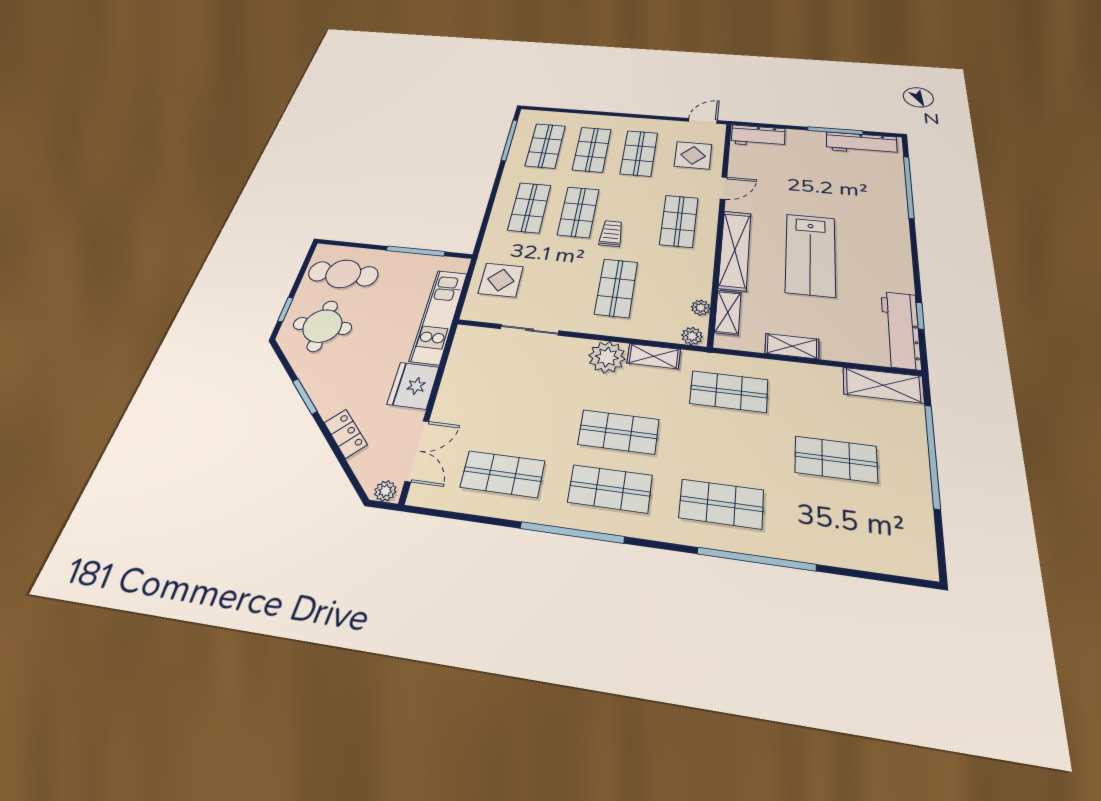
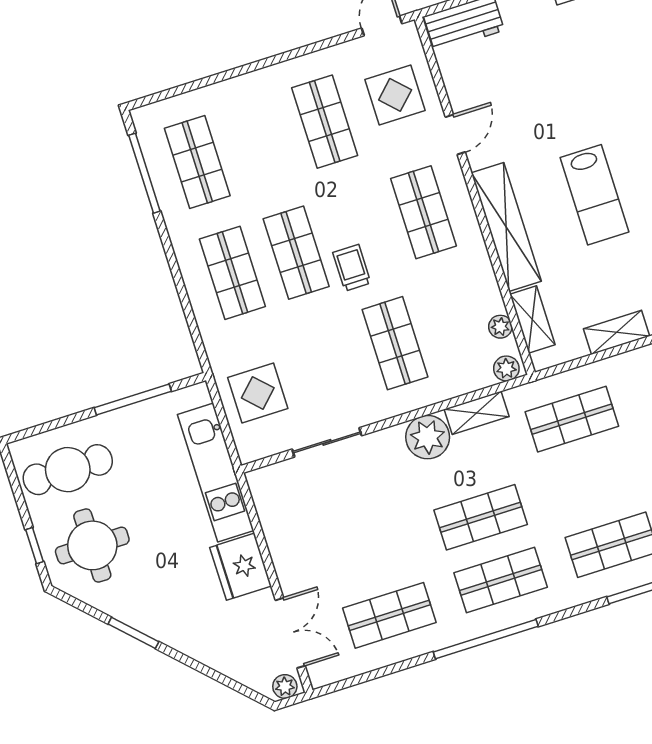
shop shelf: (592, 149) -> (261, 142), removed
lab bench: (810, 255) -> (594, 195), width x0.73, depth x0.72
locker: (346, 434) -> (205, 651), removed

